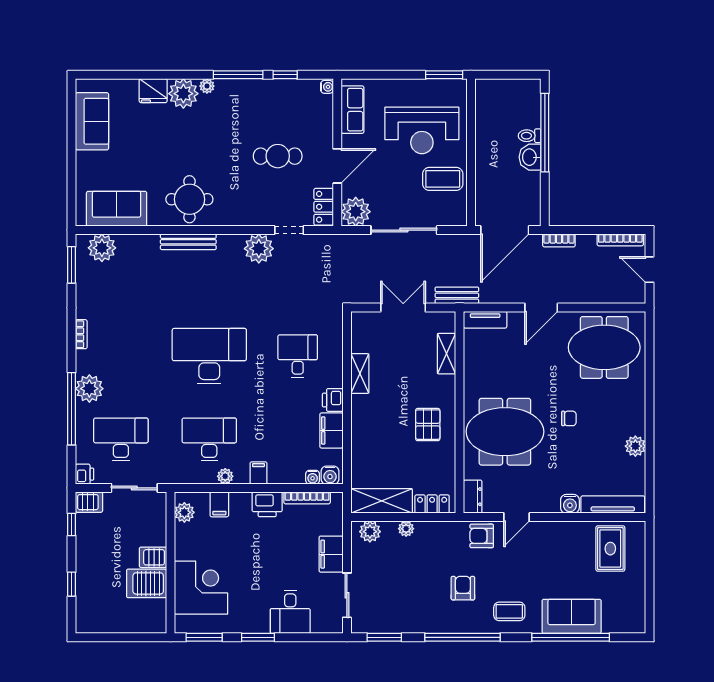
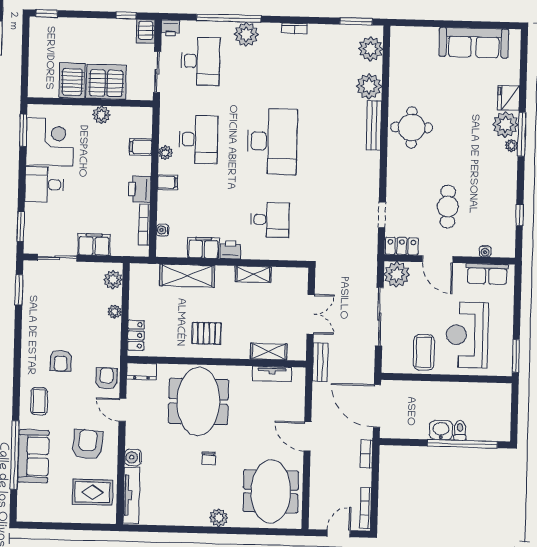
window: (238, 75) -> (522, 134), moved
water cooler: (327, 87) -> (485, 251), moved
sofa: (92, 121) -> (474, 43), width x1.36
sofa: (117, 209) -> (405, 63), removed
plant: (259, 249) -> (369, 86), moved
tv unit: (485, 320) -> (272, 374), moved, turned -90
plant: (635, 446) -> (219, 518), moved
water cooler: (330, 475) -> (164, 246), removed
shelving: (382, 501) -> (187, 276), moved, turned 90
plant: (184, 512) -> (101, 115), moved
armchair: (556, 555) -> (88, 444), added
server rack: (153, 557) -> (106, 82), width x2.18, depth x1.44
window: (72, 584) -> (47, 13), moved
corner desk: (201, 588) -> (50, 142), moved, turned -90
armchair: (463, 588) -> (61, 361), turned 90
desk: (290, 612) -> (44, 184), moved
window: (258, 637) -> (21, 227), moved
window: (462, 637) -> (17, 359), removed

